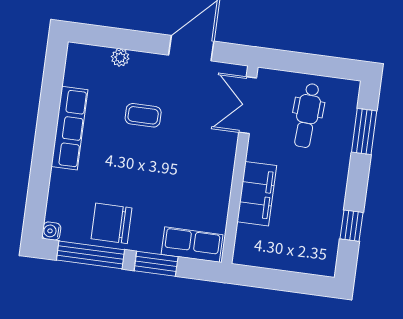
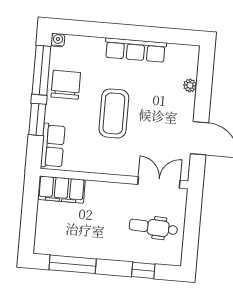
coffee table: (143, 115) -> (114, 113), moved, width x1.86, depth x1.72
window: (364, 132) -> (143, 270), width x0.67
filing cabinet: (257, 194) -> (61, 190), moved
window: (352, 226) -> (73, 264), width x2.17

